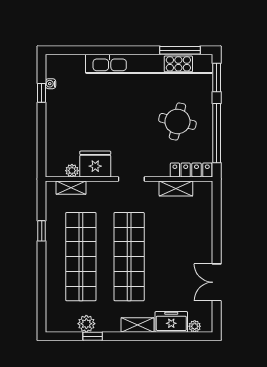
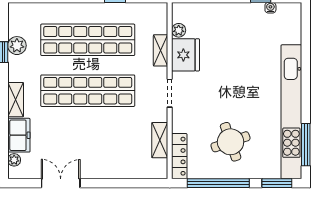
round table: (177, 121) -> (231, 142), turned -32
shelving: (71, 188) -> (161, 50), moved

